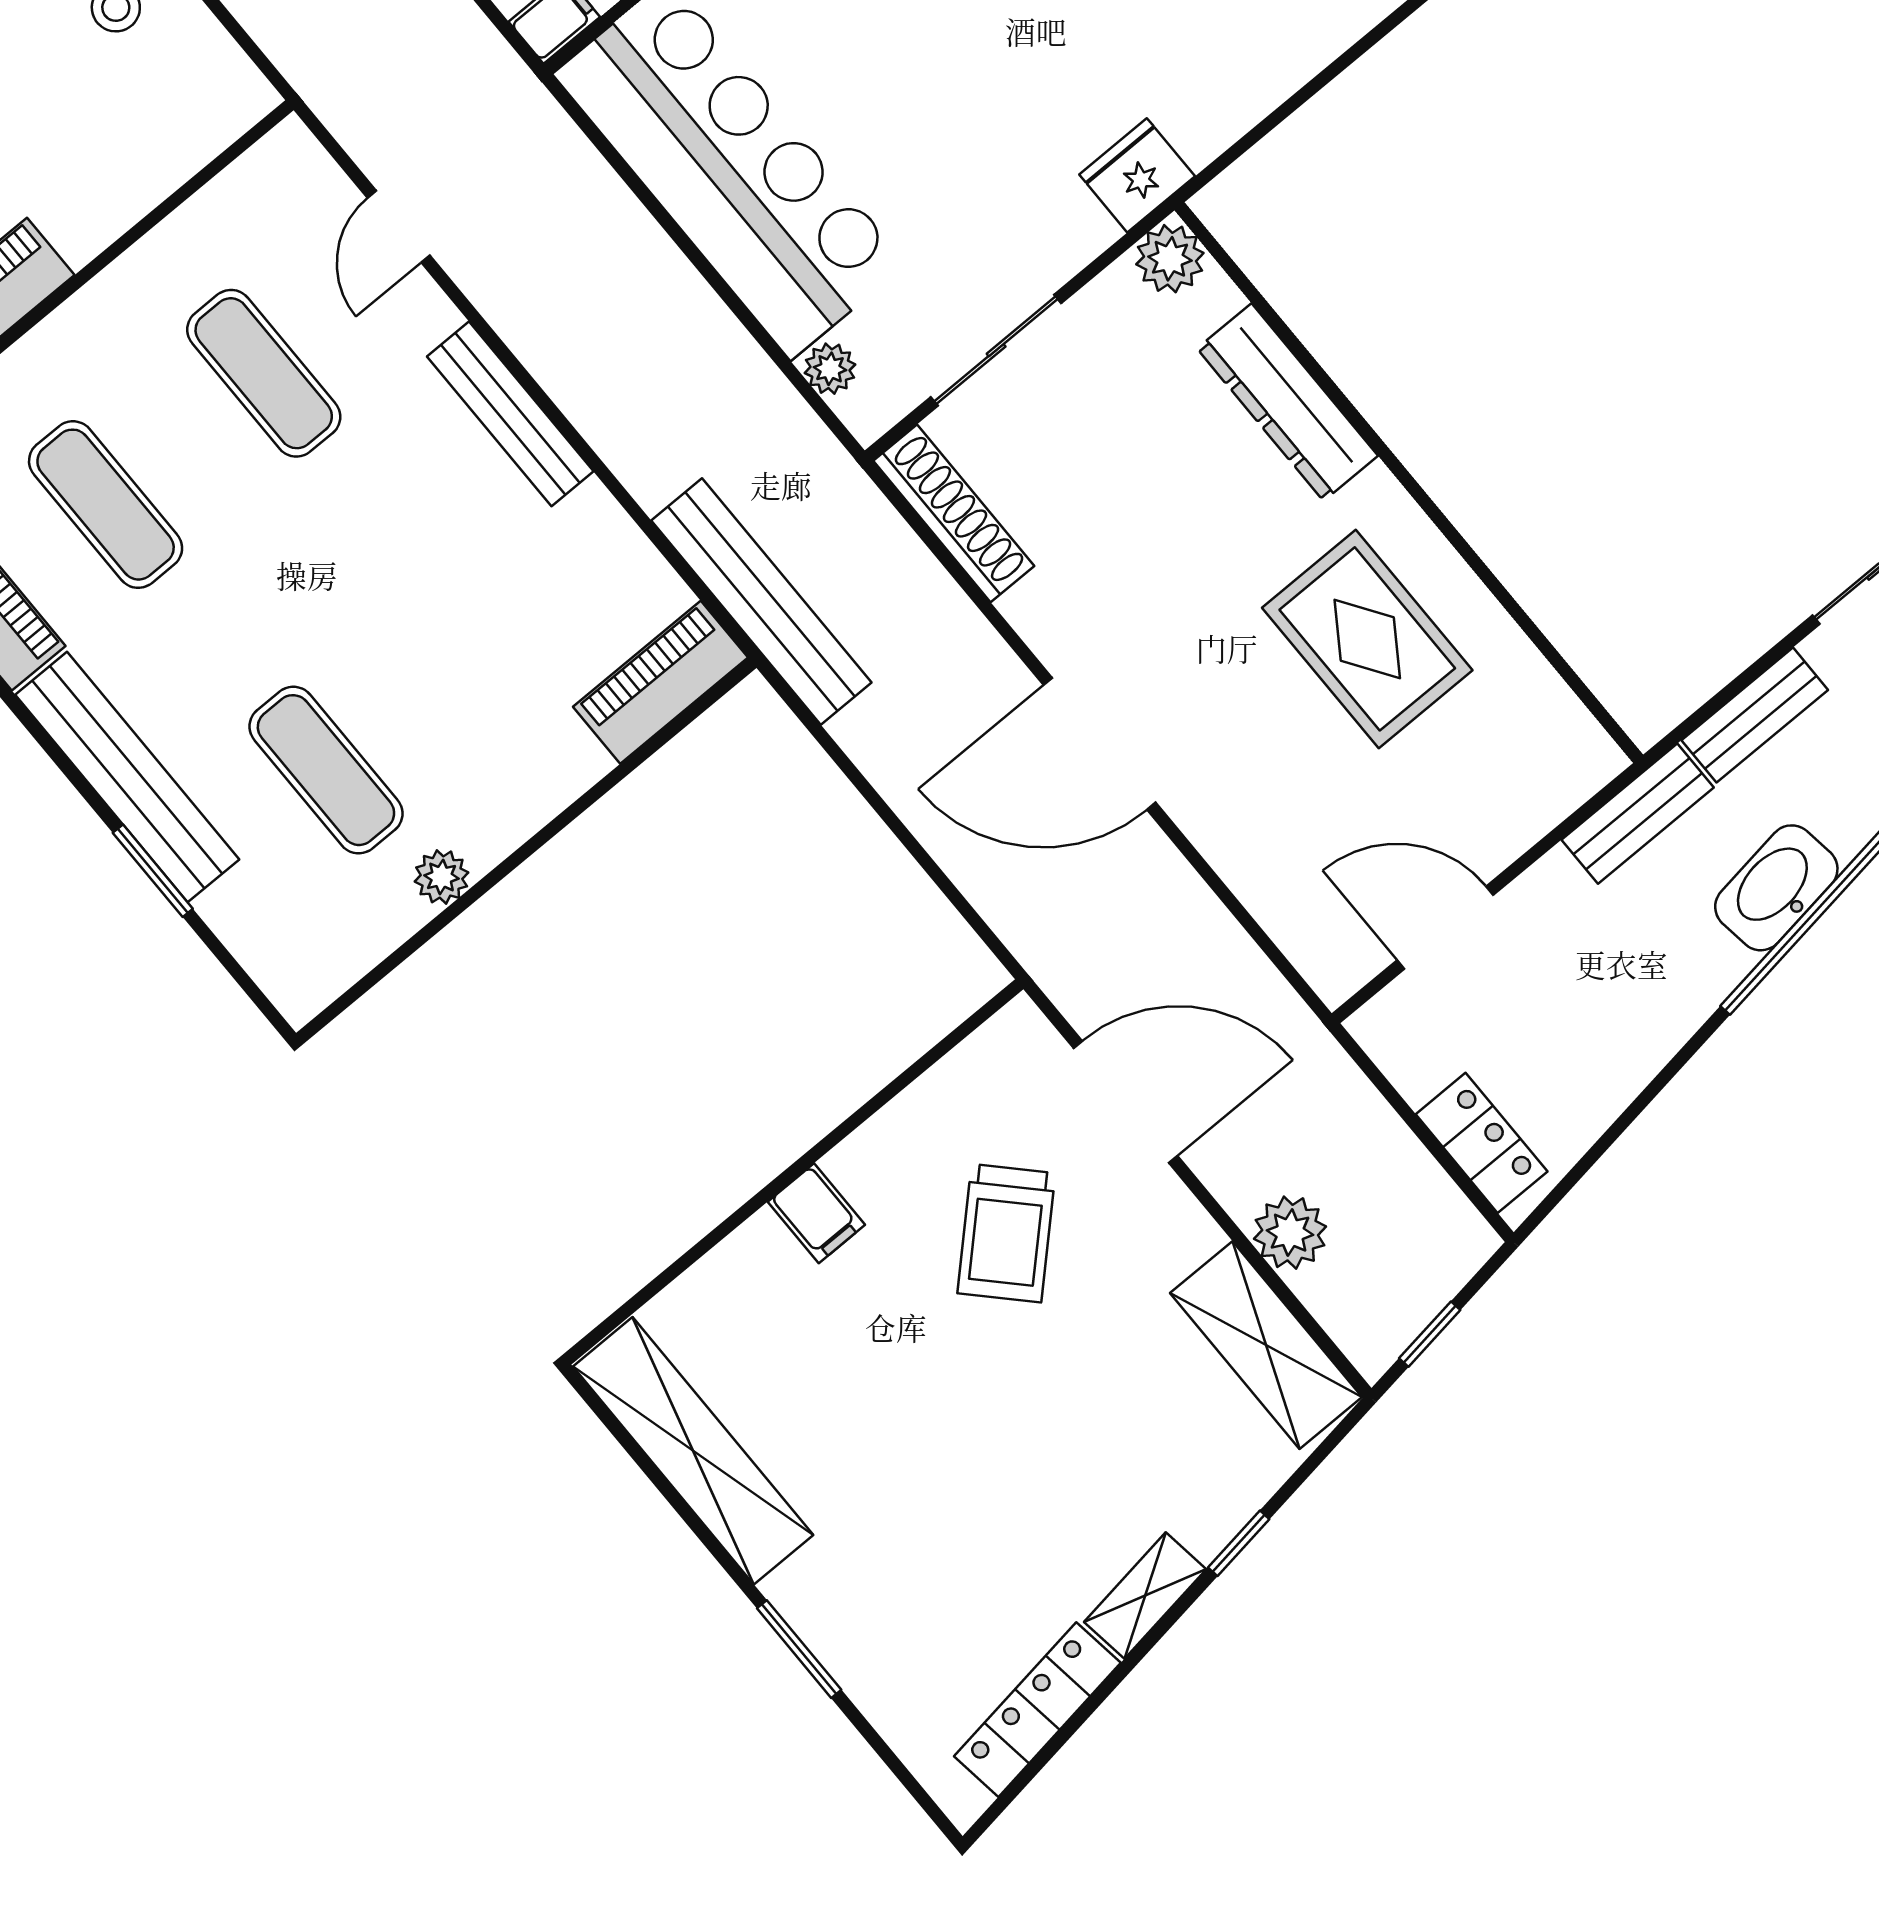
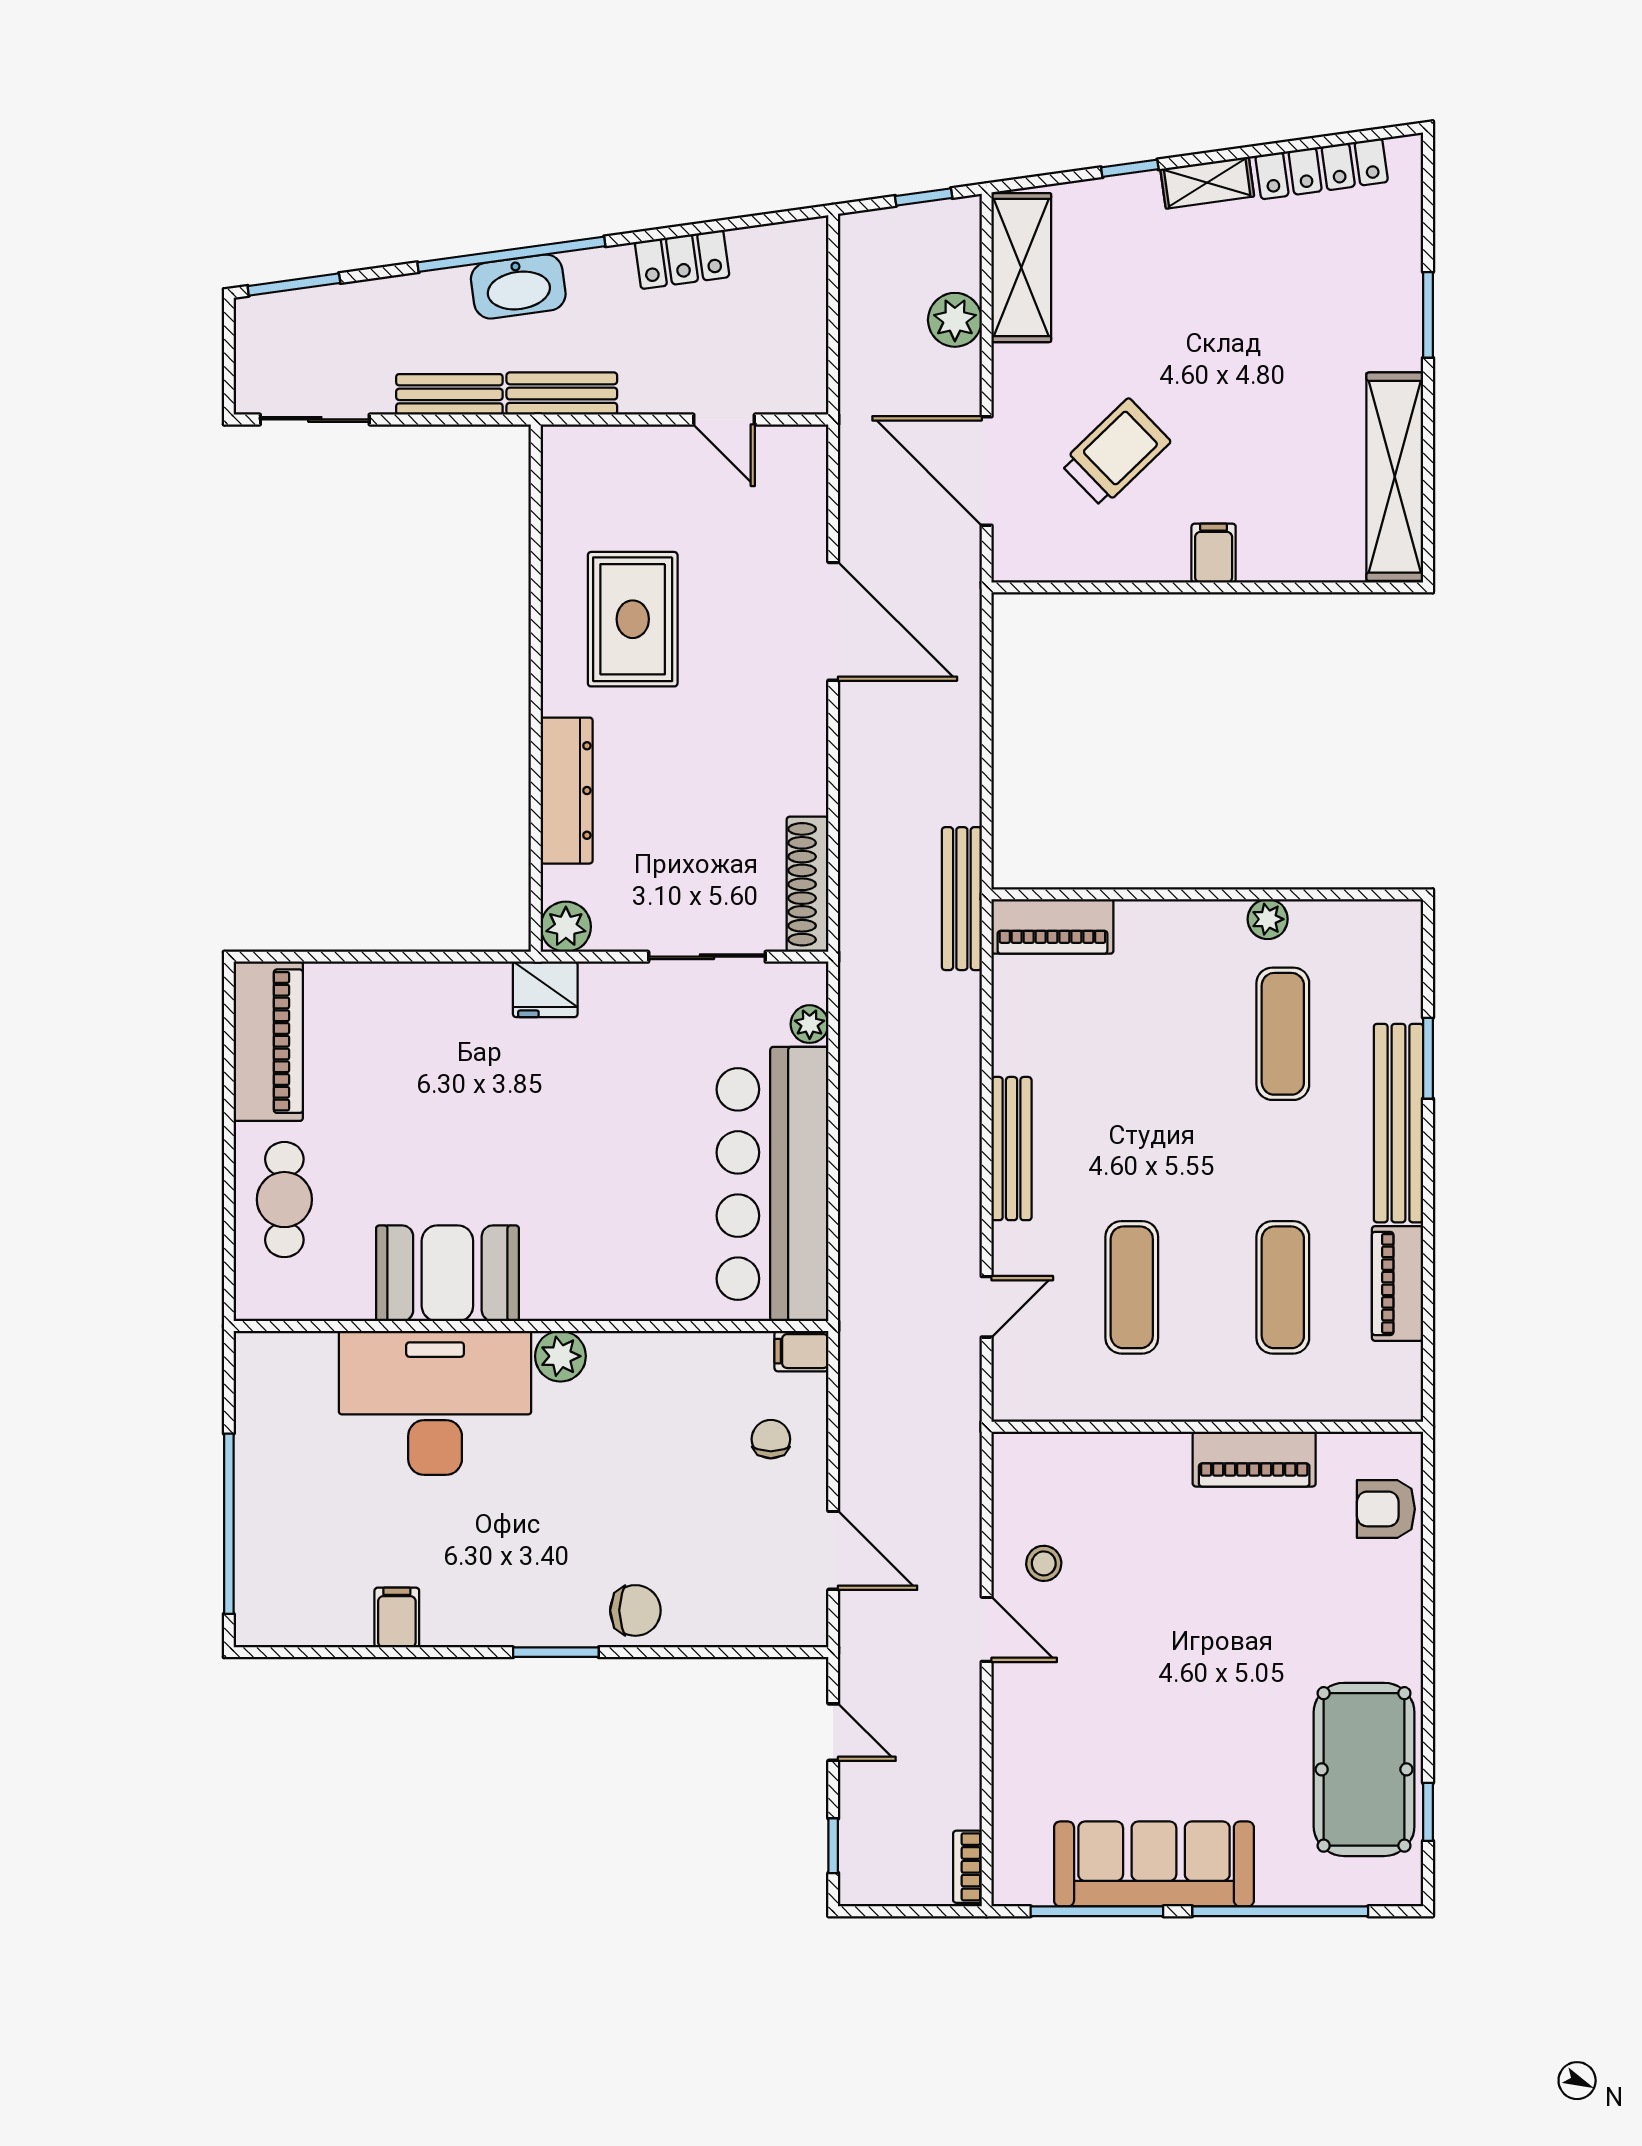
bench: (761, 601) -> (962, 899), width x0.73, depth x0.82
door: (1100, 744) -> (833, 621), moved
door: (1445, 928) -> (724, 419), width x0.73
locker: (1482, 1143) -> (682, 259), moved, turned -98

